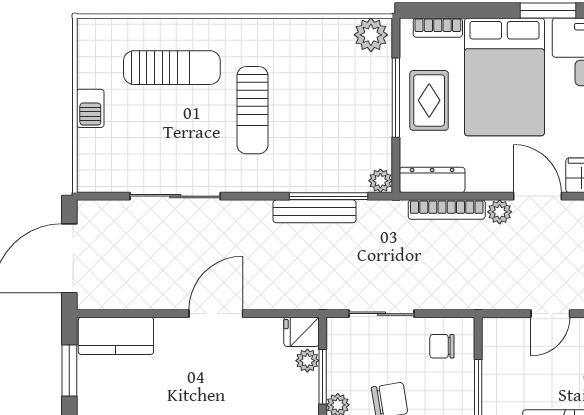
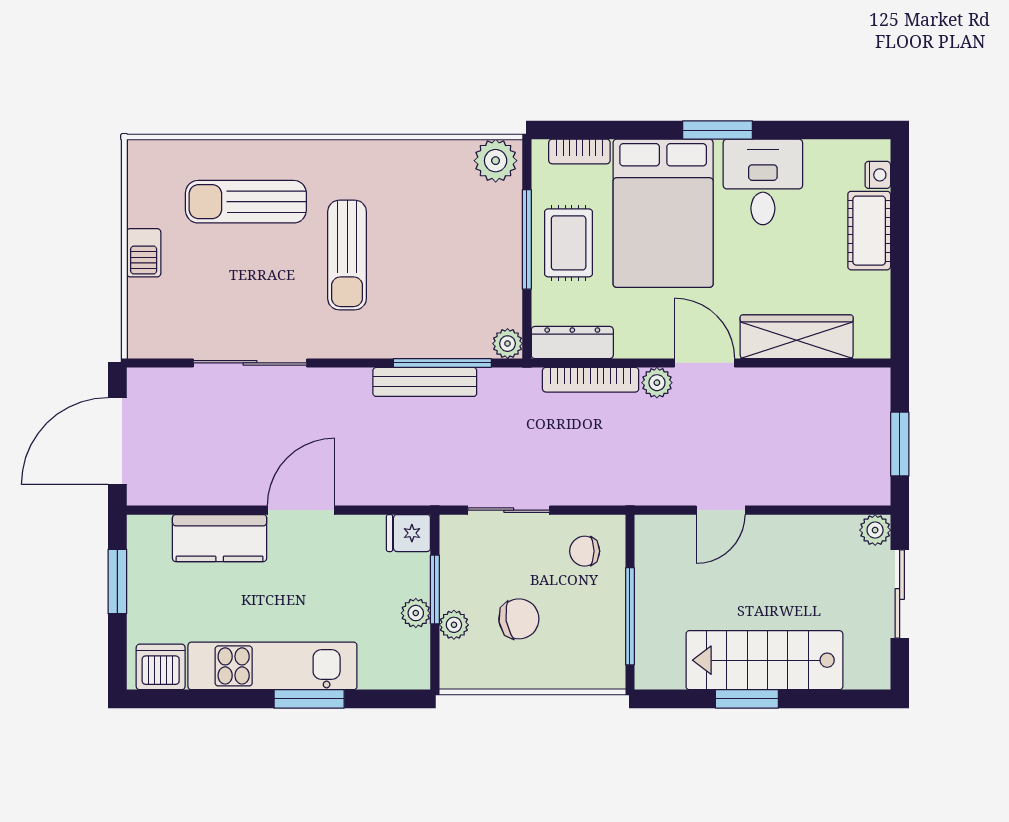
sun lounger: (172, 68) -> (246, 202), turned 180
kitchen counter: (116, 336) -> (220, 538), moved
plant: (307, 361) -> (416, 613), moved

